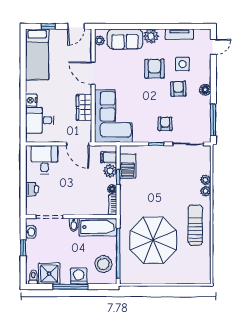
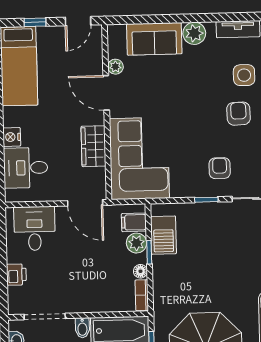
plant: (100, 41) -> (115, 67), moved
armchair: (154, 69) -> (201, 83), removed

